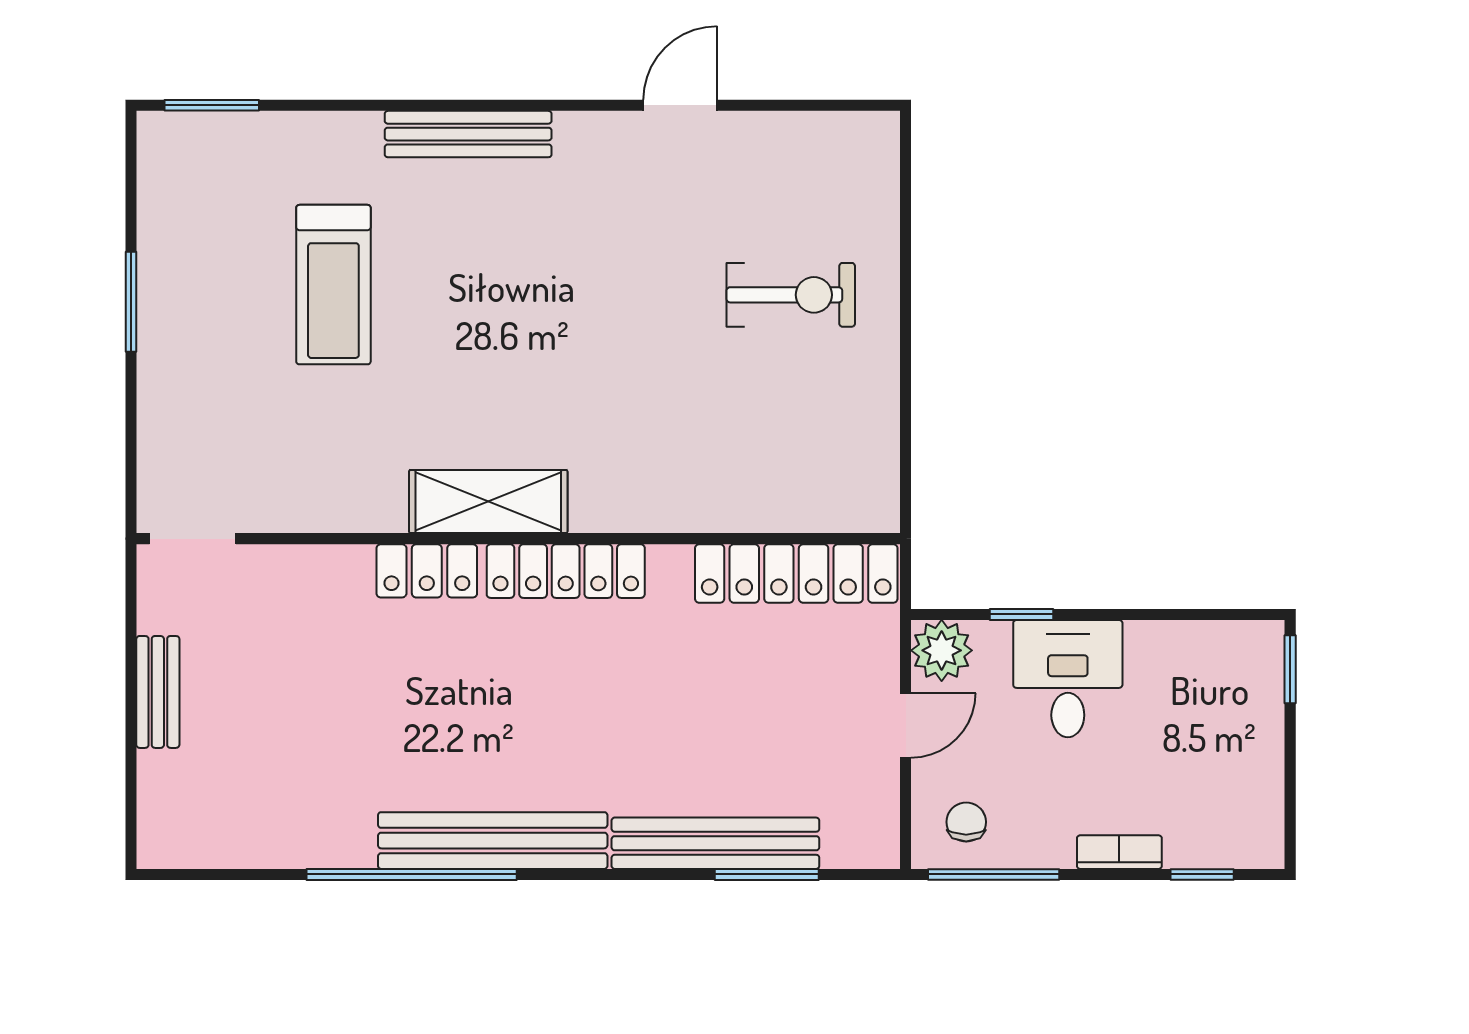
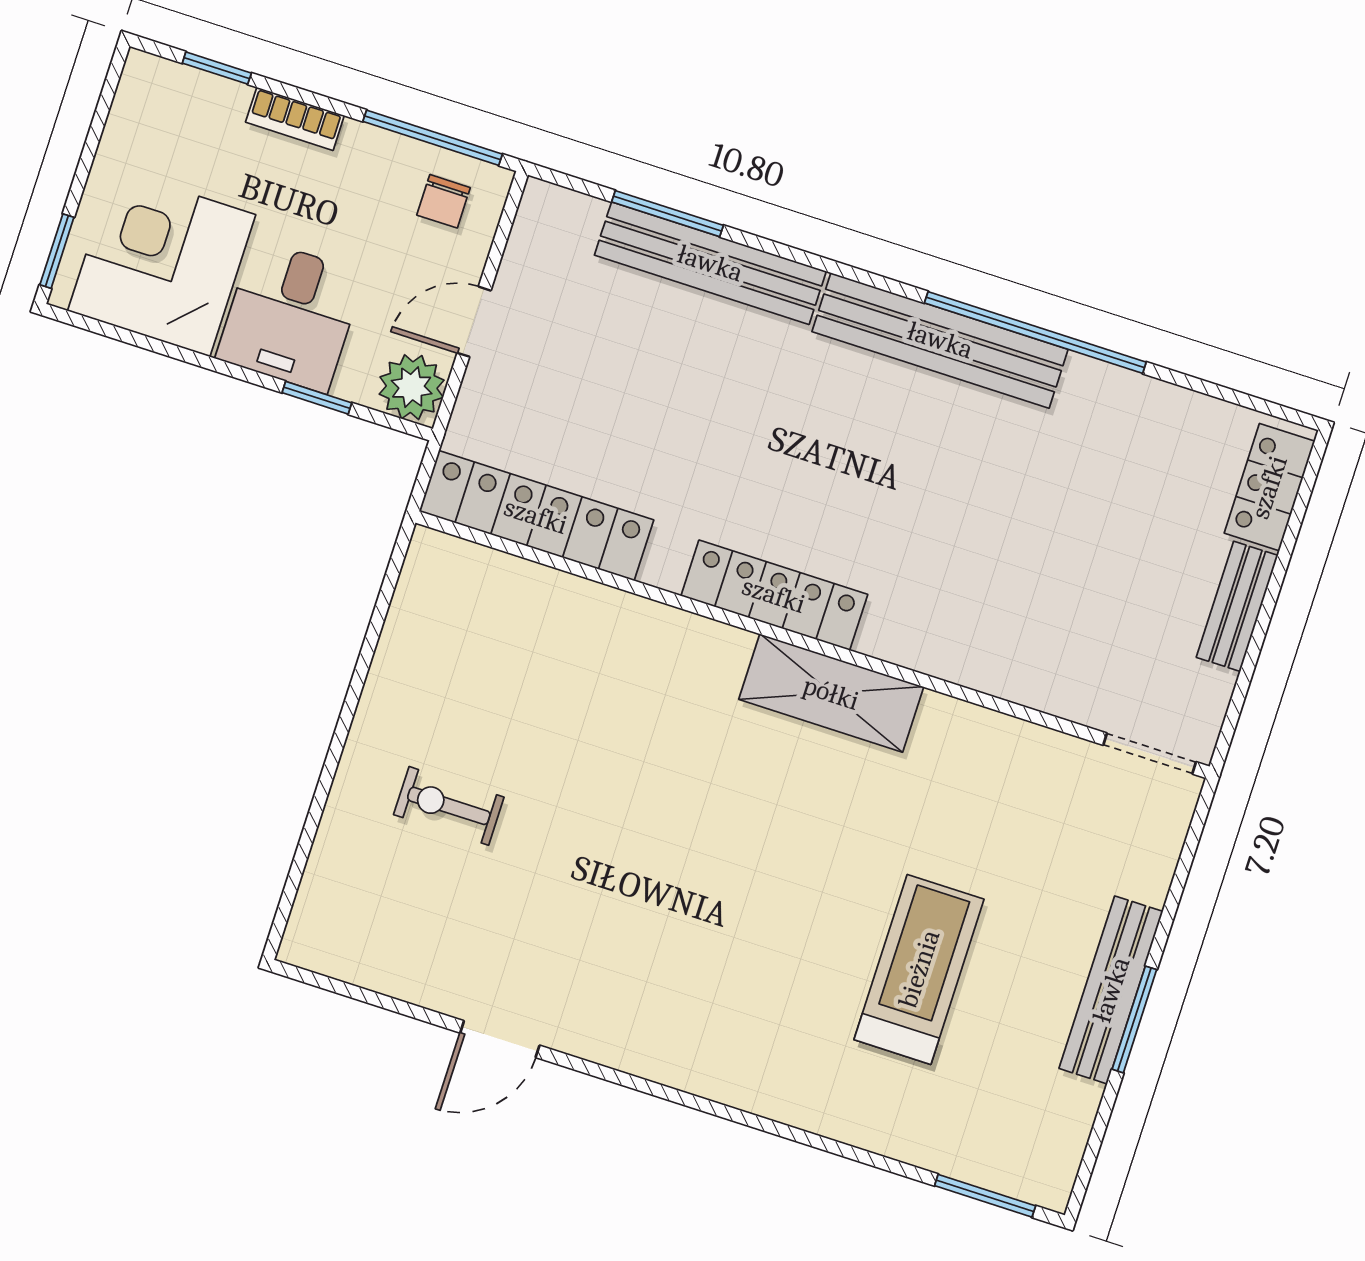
bench: (468, 134) -> (1111, 990), moved, turned 90
exercise bike: (791, 295) -> (449, 806), width x0.73, depth x0.72
locker: (427, 571) -> (1269, 487), moved, turned -90
corner desk: (1195, 689) -> (162, 263), added

